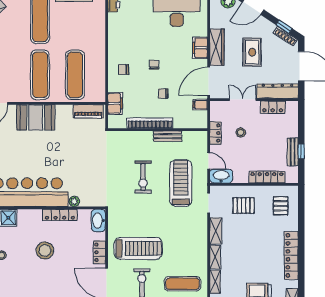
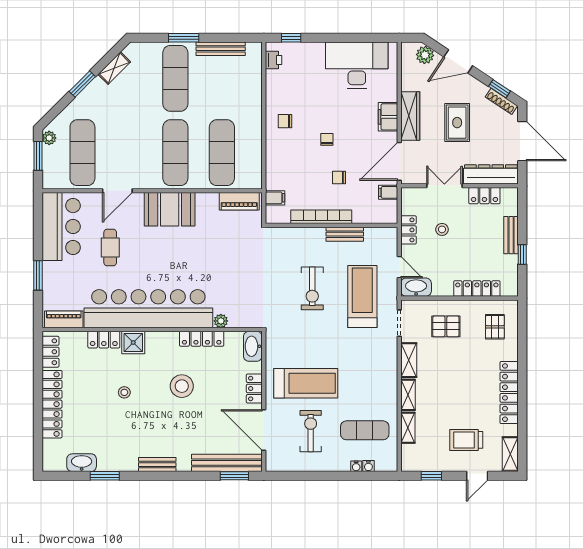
chair: (123, 70) -> (285, 121), moved
filing cabinet: (115, 103) -> (275, 198), width x0.50
bench: (293, 152) -> (511, 235), moved

